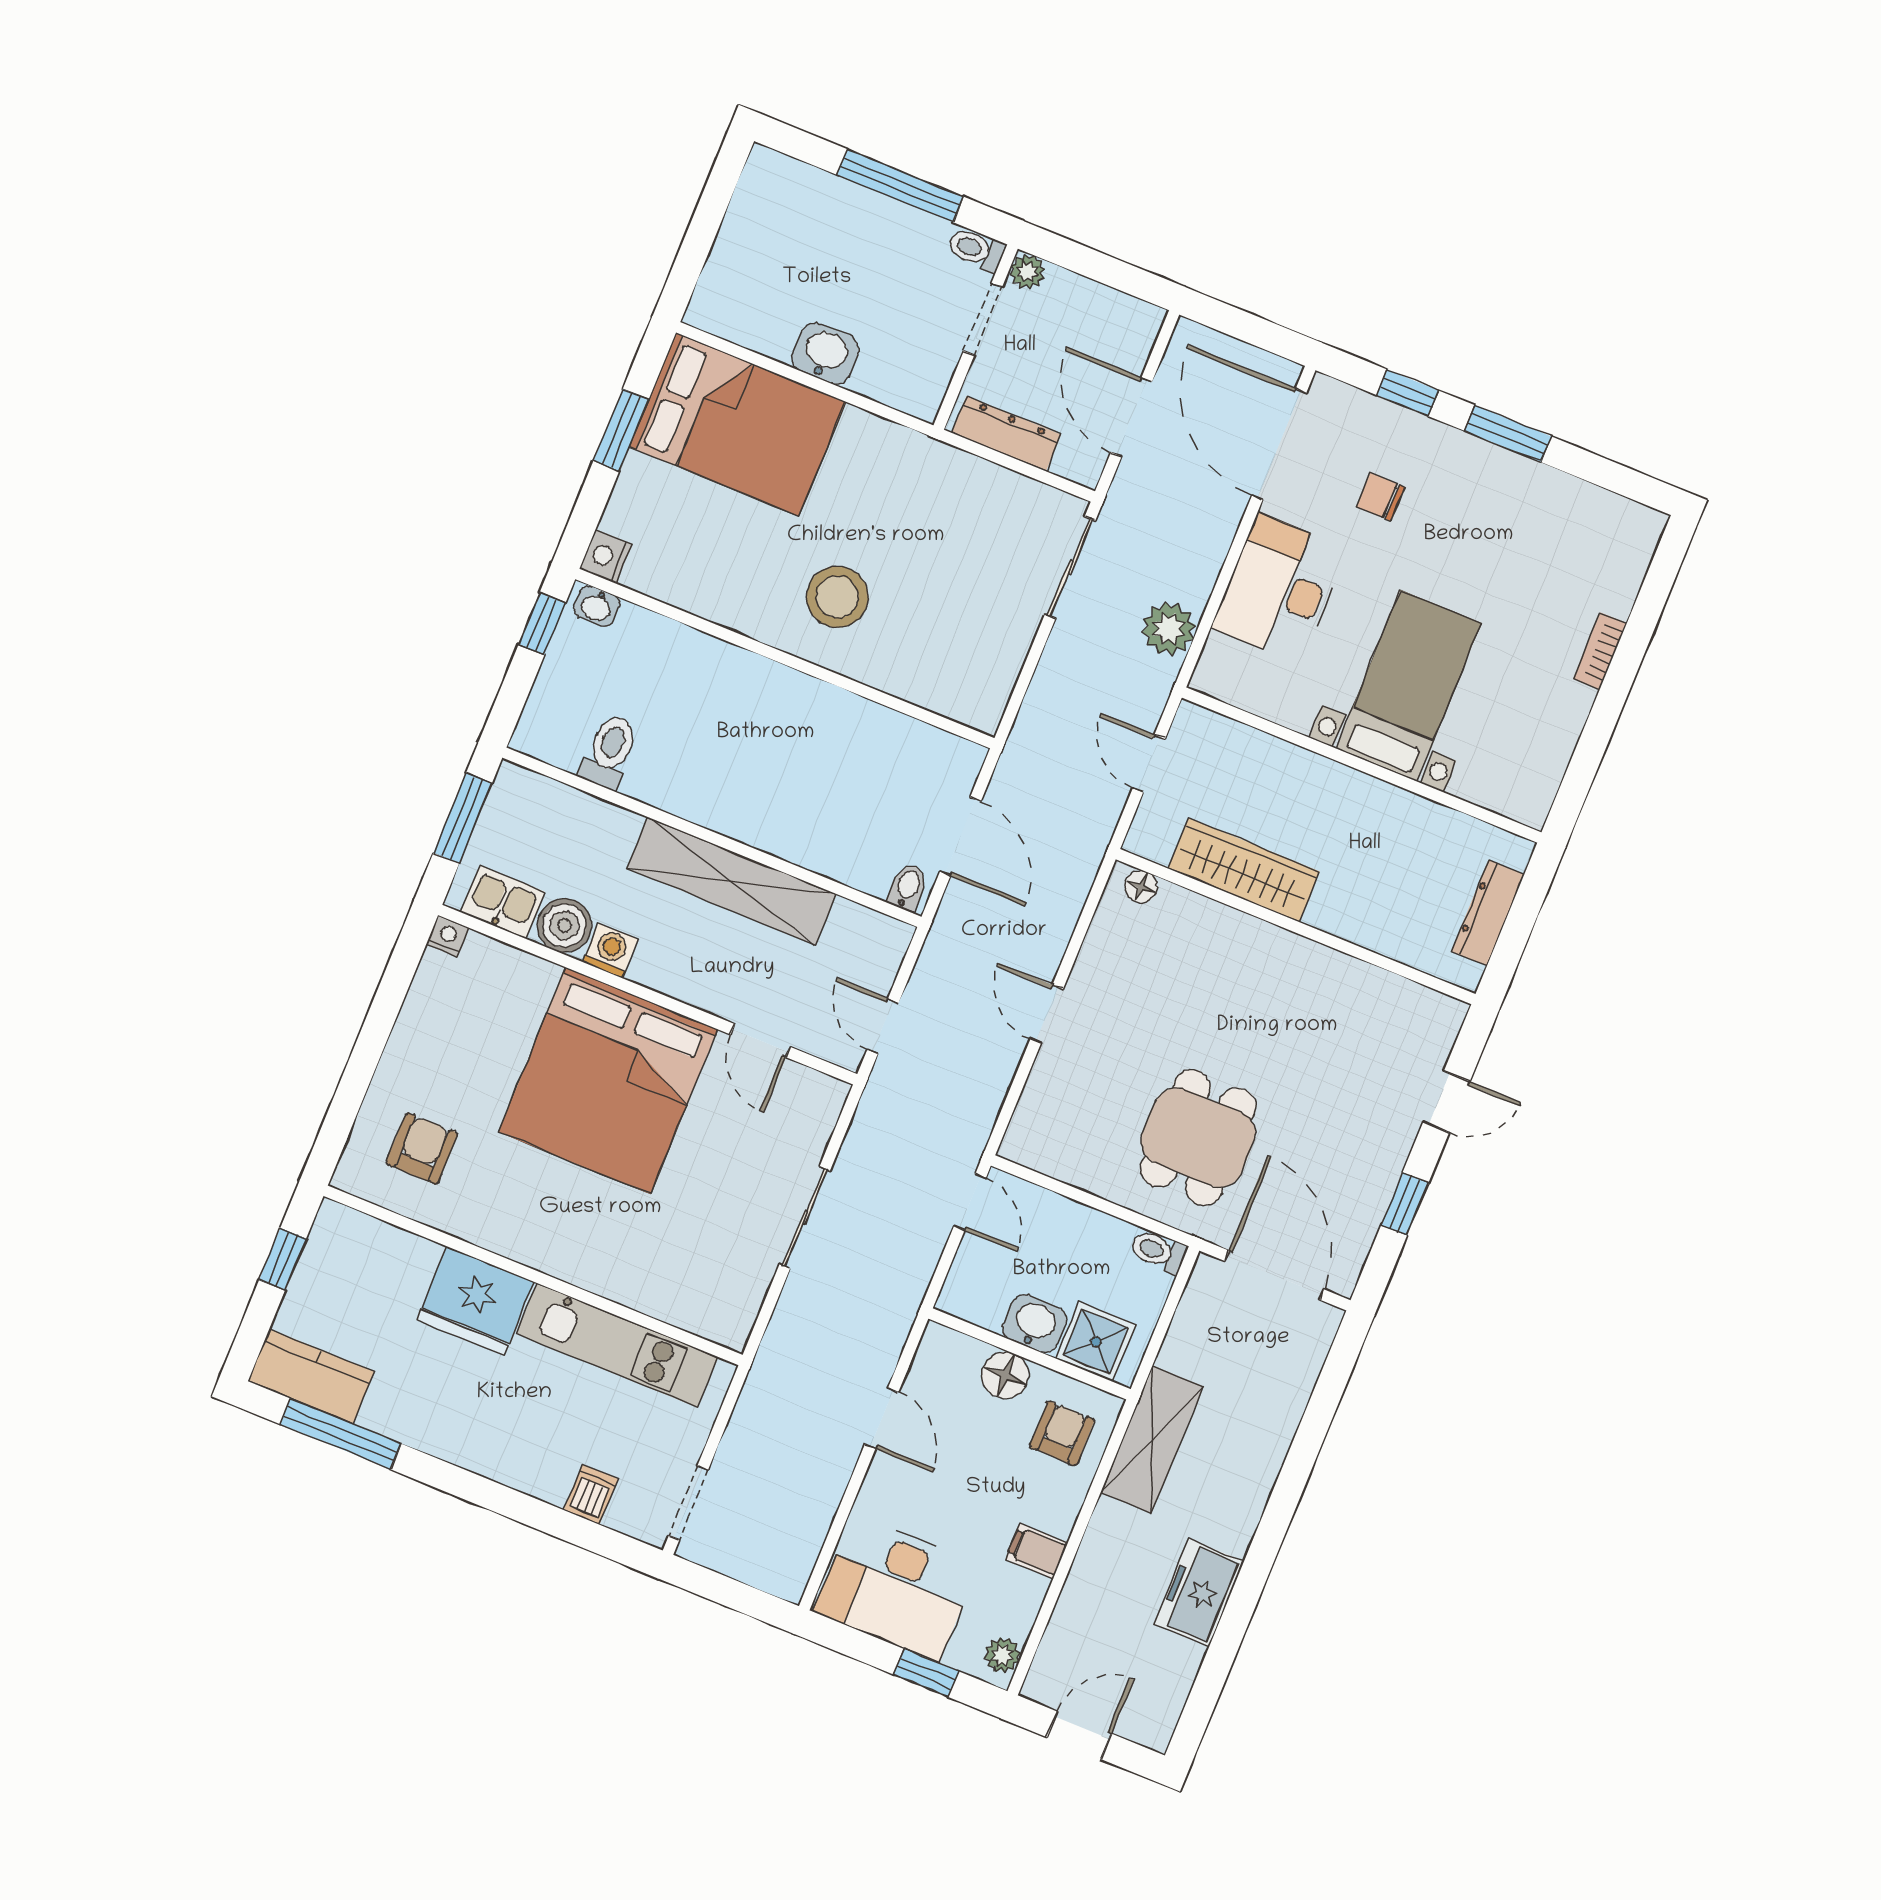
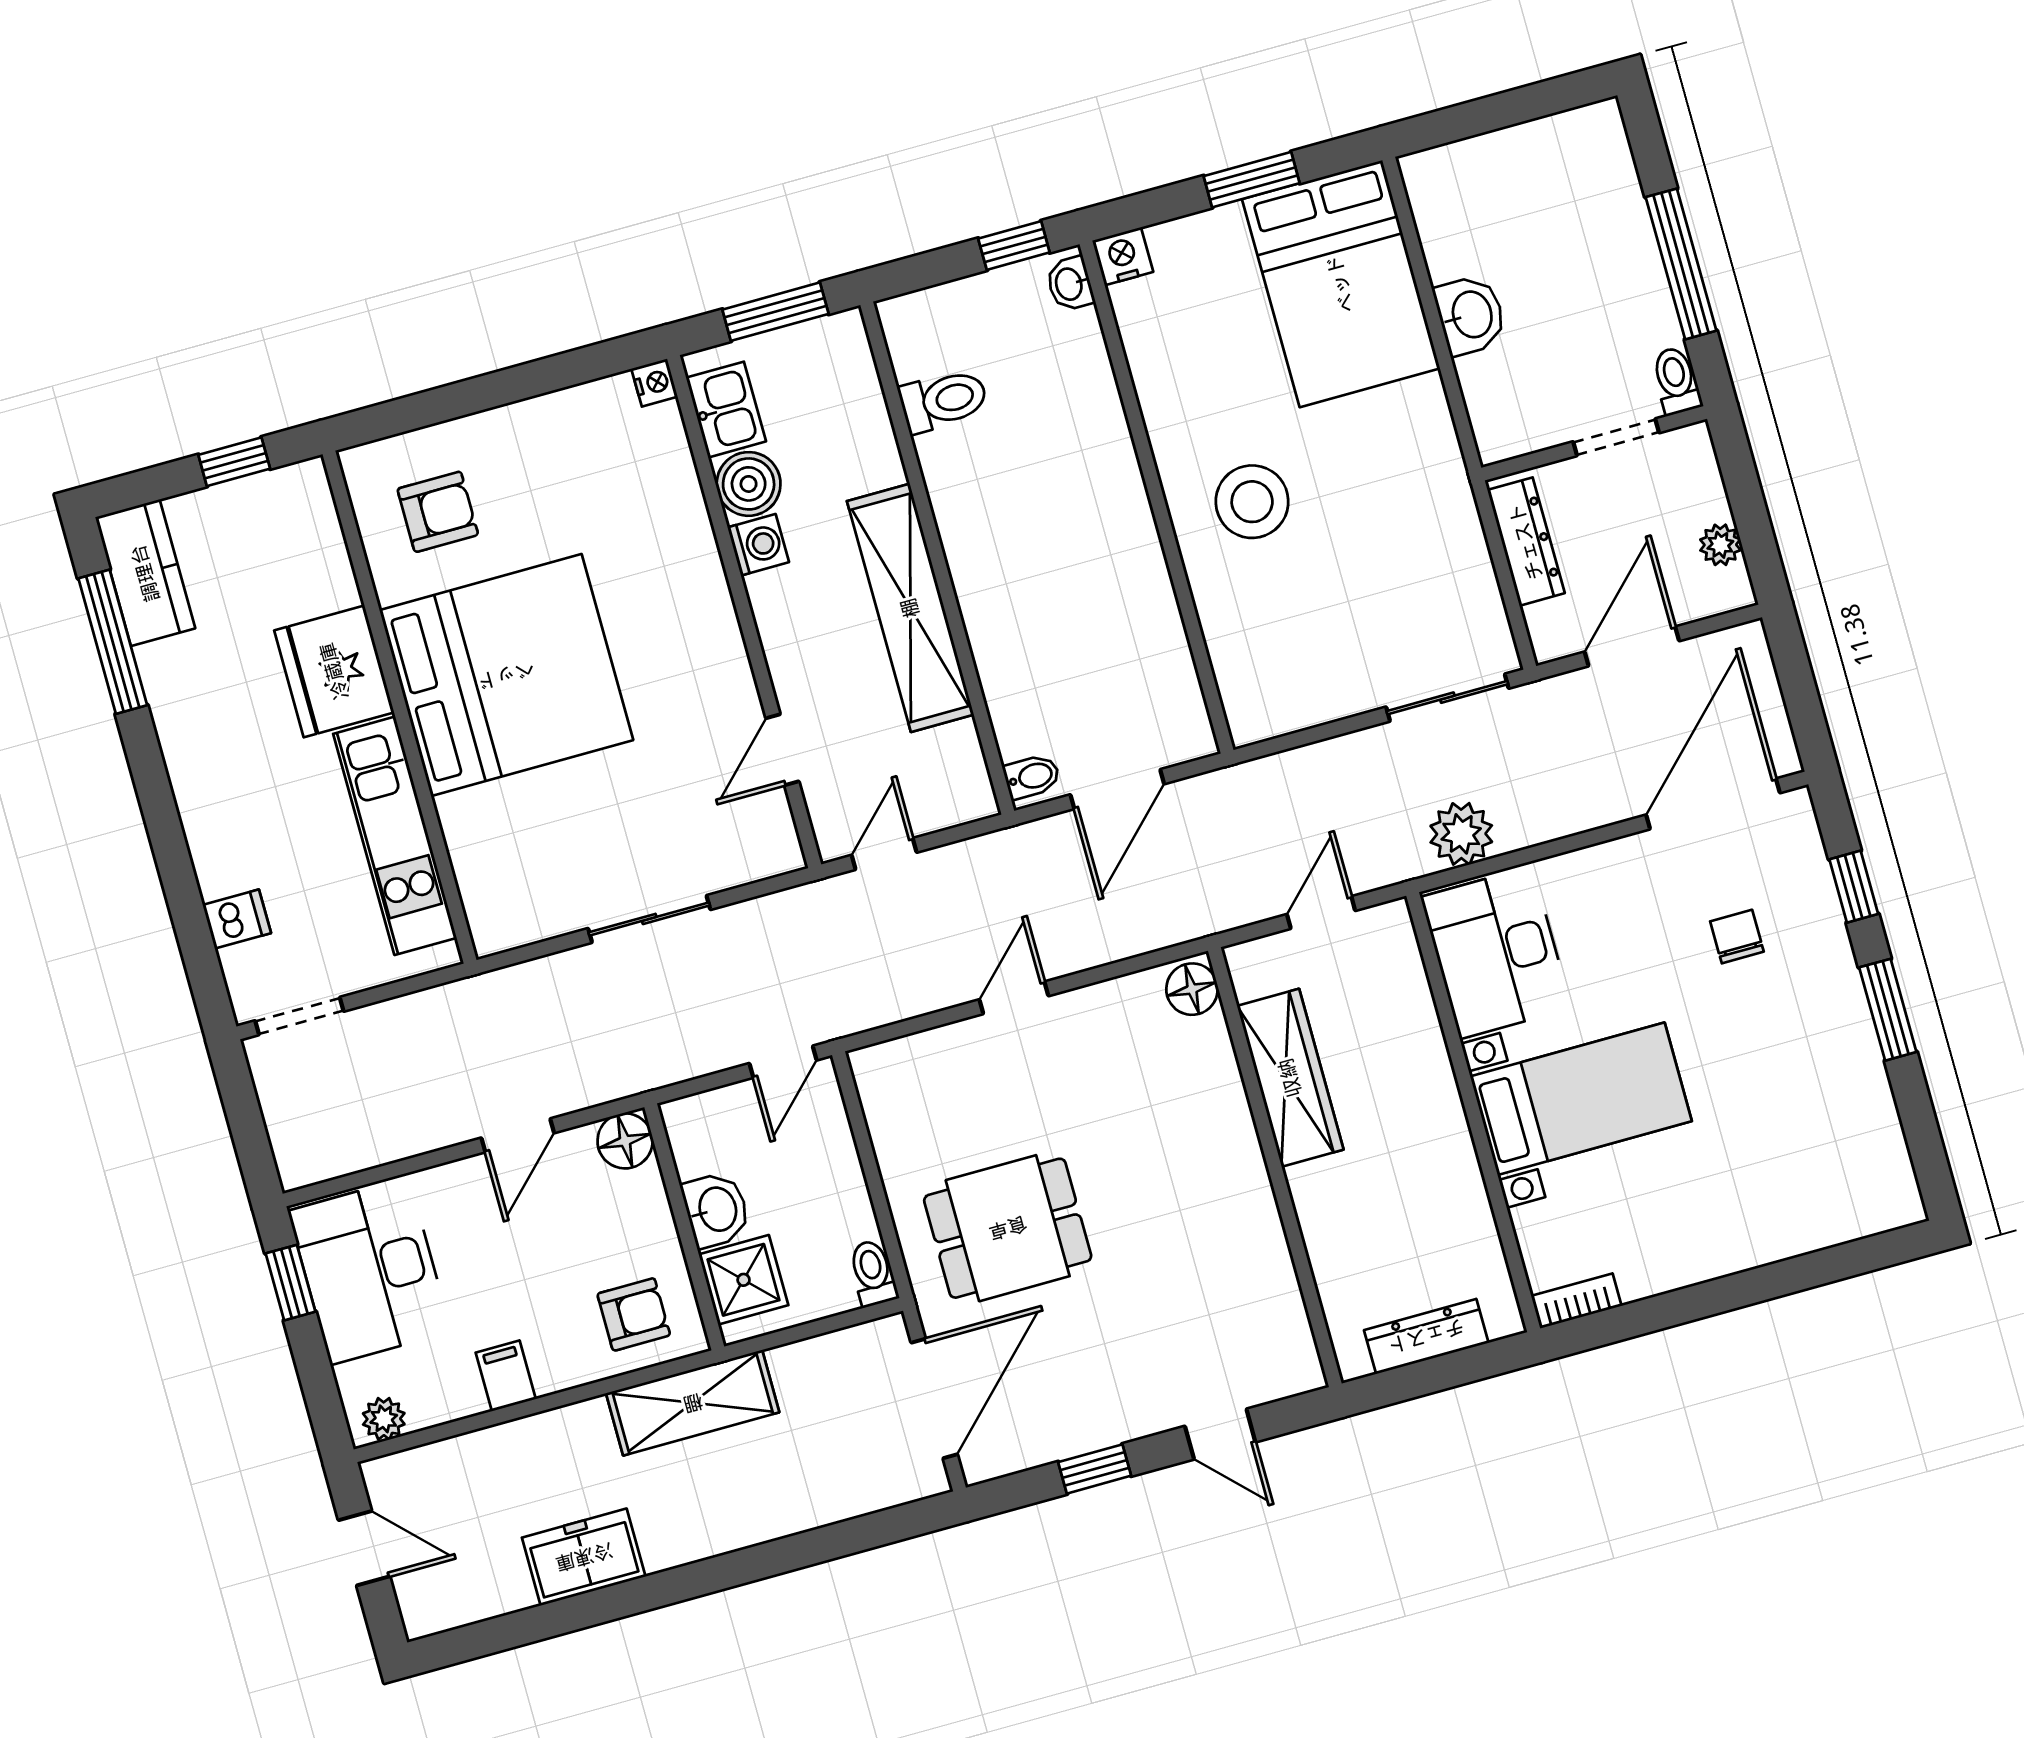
plant: (1027, 272) -> (1720, 545), moved
desk: (1279, 588) -> (1496, 953), moved, turned -90
bookcase: (1600, 651) -> (1576, 1301), moved
floor lamp: (1141, 887) -> (1192, 989), width x1.37, depth x1.37
bed: (608, 1081) -> (506, 675), moved, turned 180
floor lamp: (1005, 1375) -> (625, 1141), moved
window: (926, 1673) -> (290, 1283), moved

